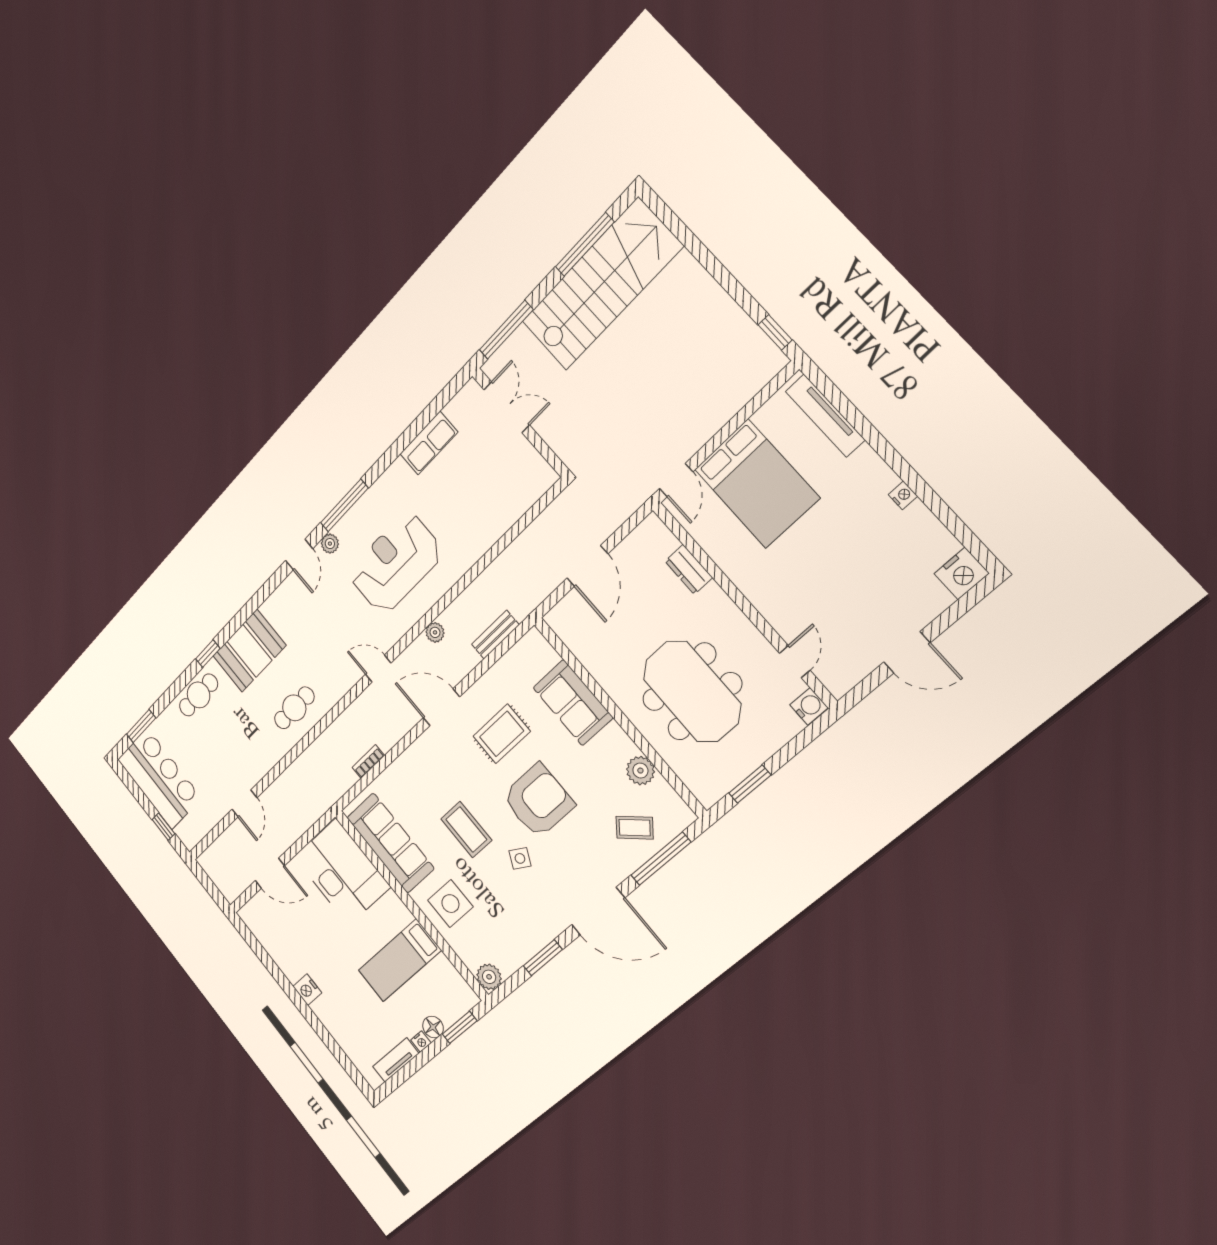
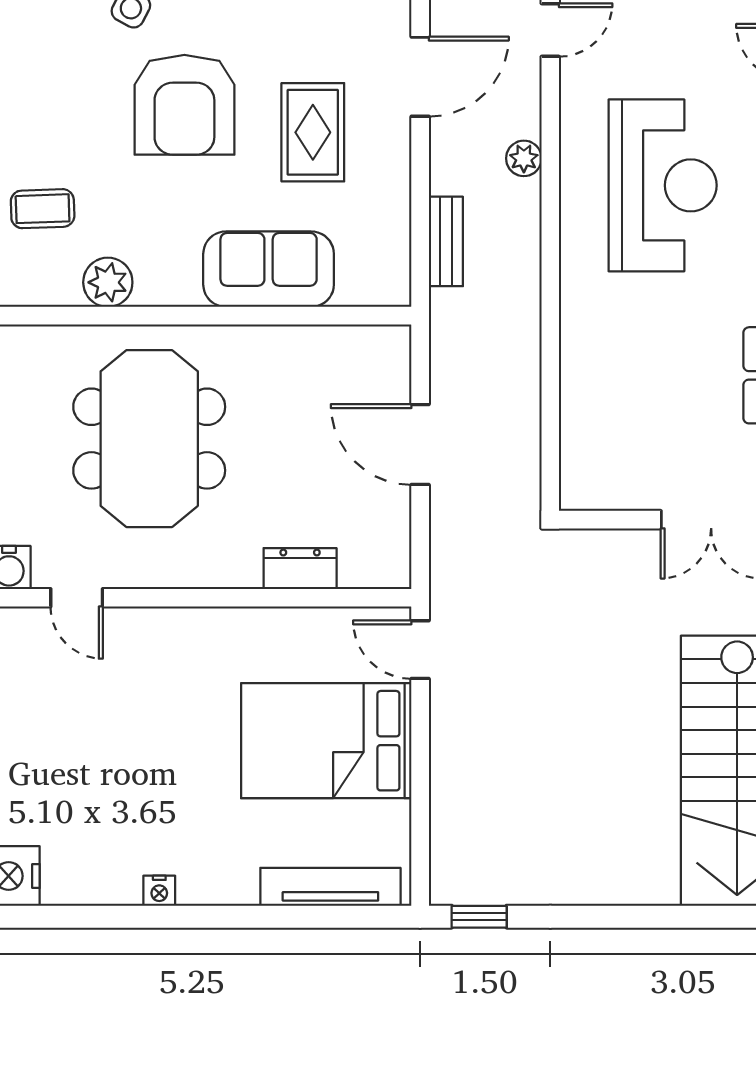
meeting table: (692, 692) -> (149, 439), turned 90
coffee table: (635, 828) -> (43, 209), turned 48

